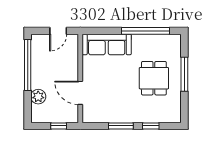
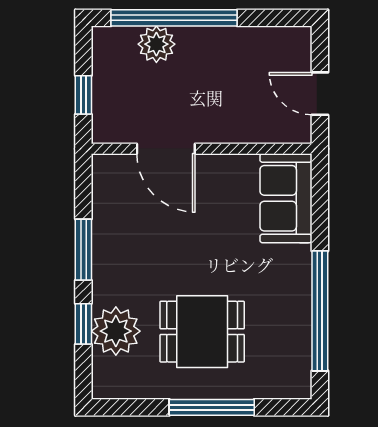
sofa: (107, 44) -> (286, 198), width x0.73
window: (28, 65) -> (174, 18), moved
door: (80, 93) -> (166, 149), swing flipped
plant: (154, 113) -> (116, 331), added

